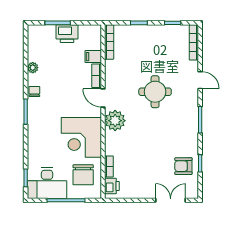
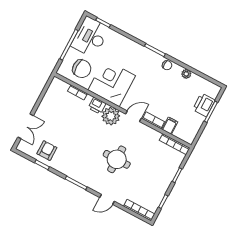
printer: (67, 34) -> (204, 105), moved
chair: (83, 175) -> (82, 69), turned 180
printer: (112, 186) -> (97, 106), moved

